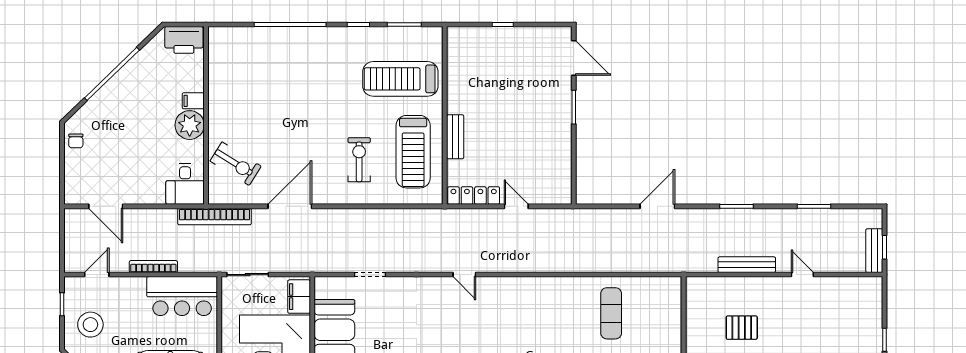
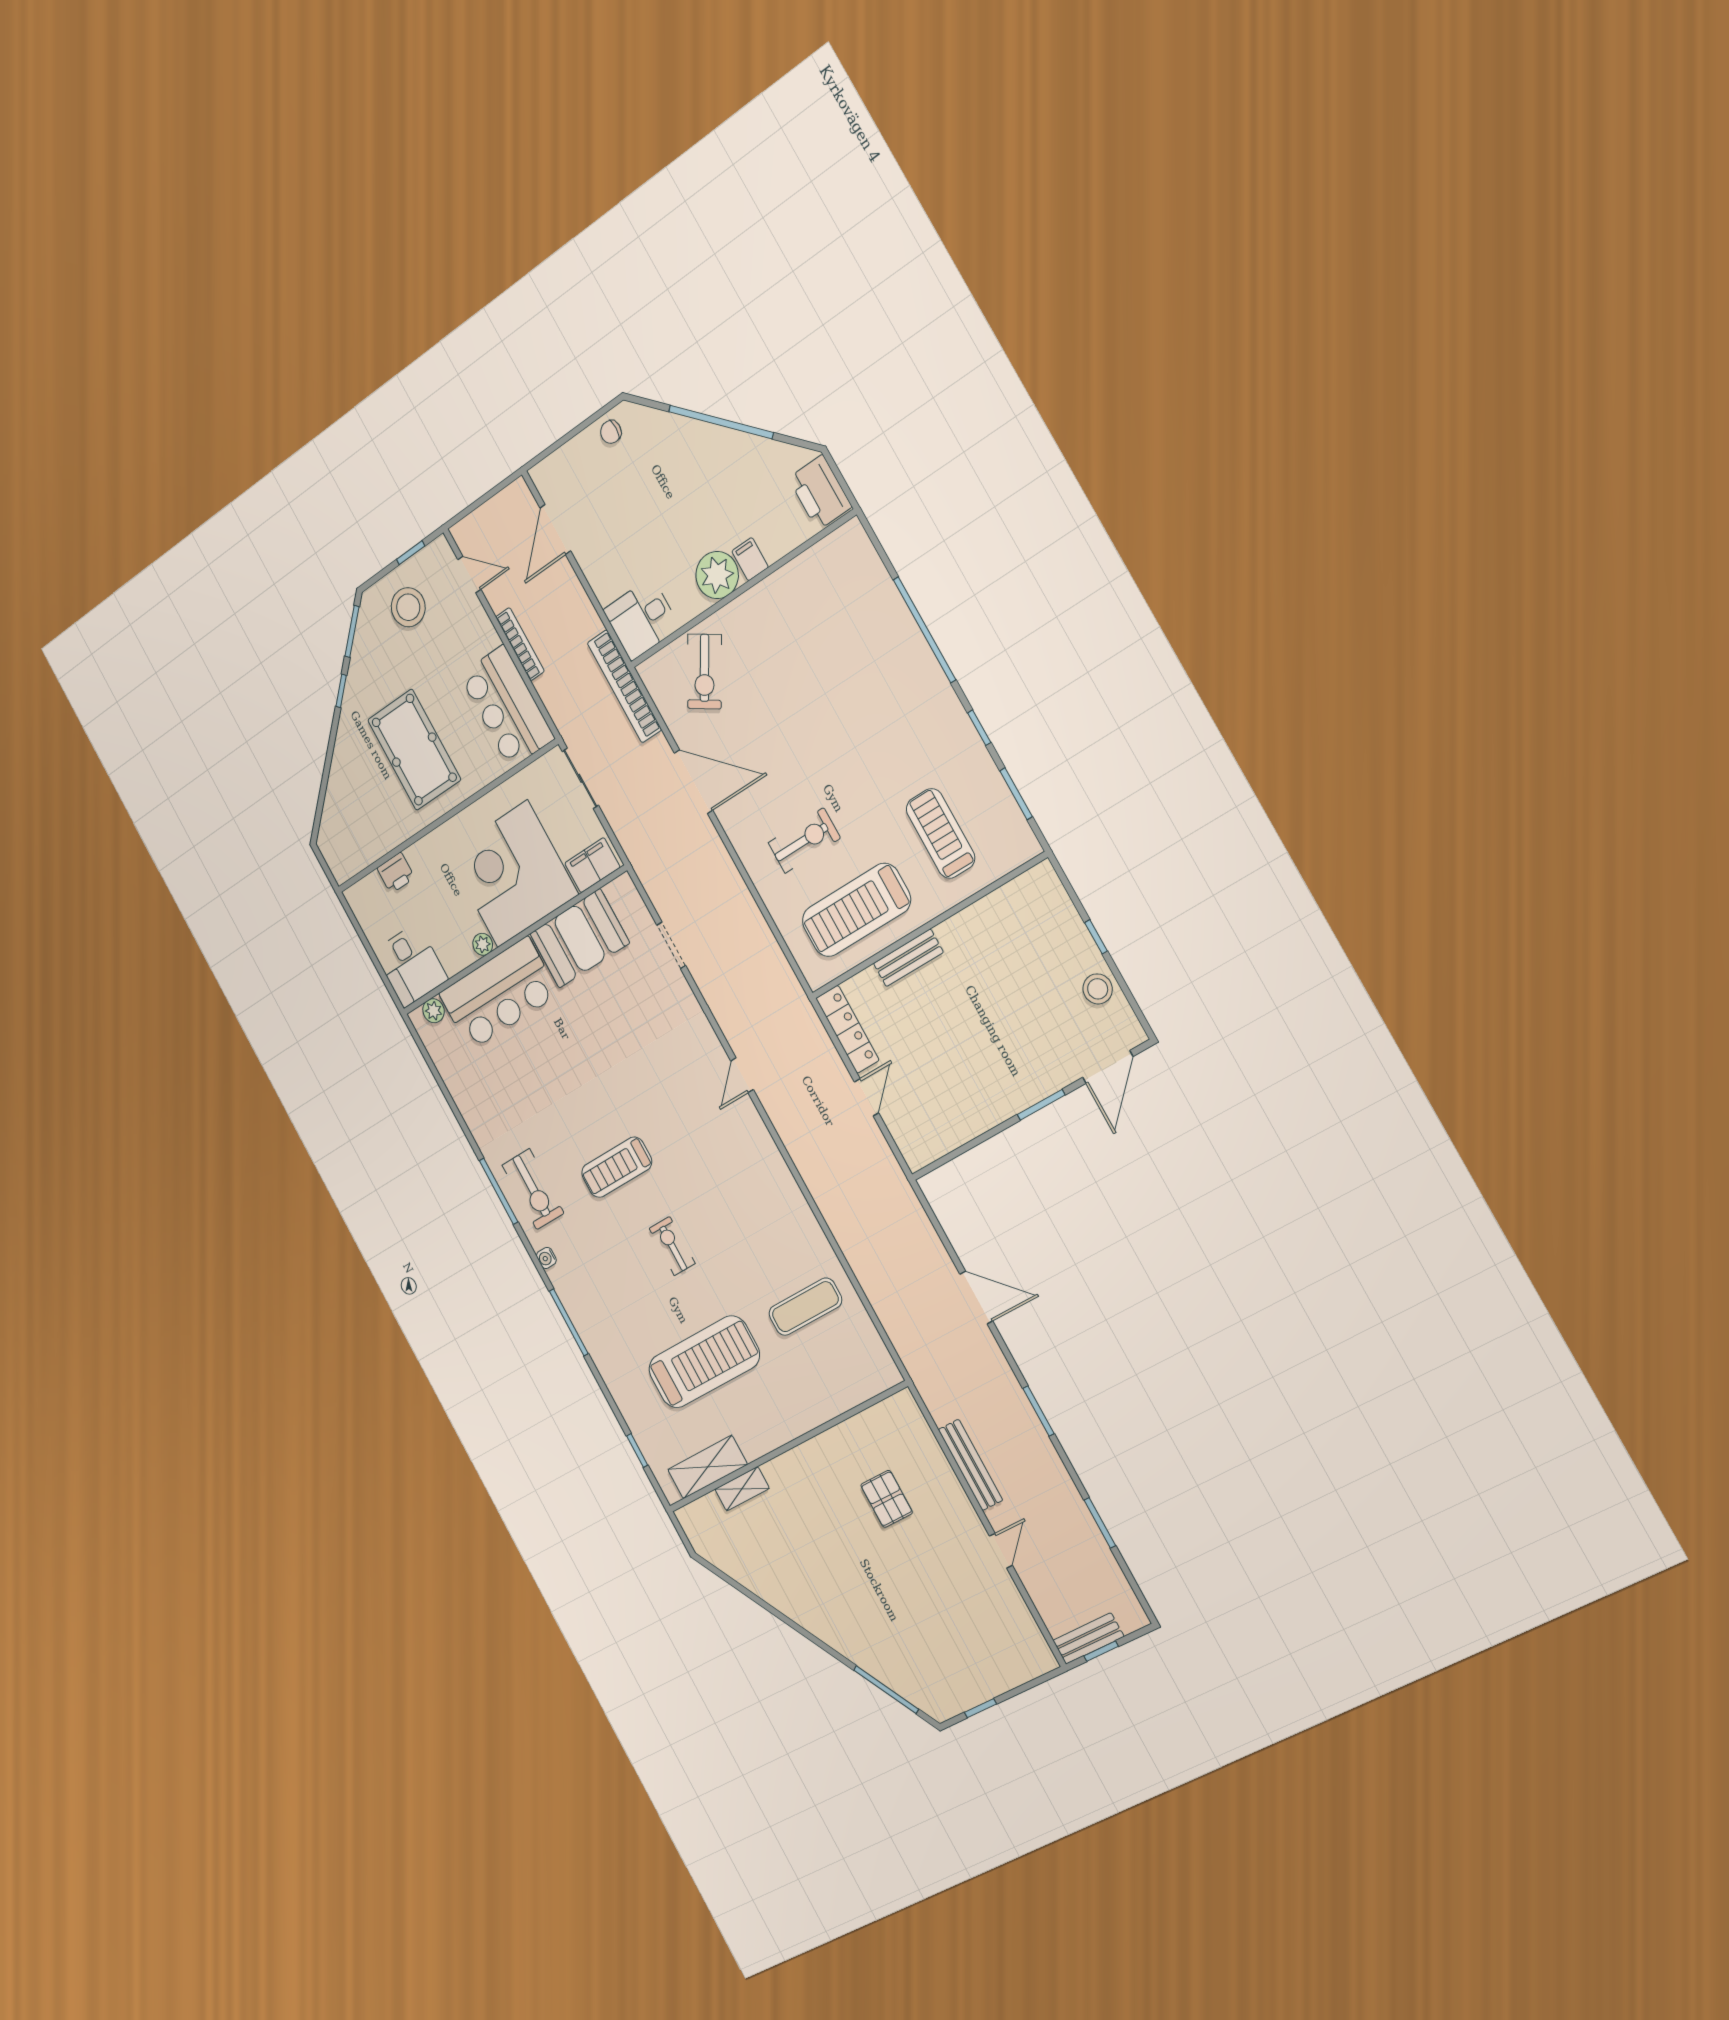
stool: (530, 39) -> (1098, 989), added
treadmill: (400, 79) -> (941, 833), width x0.73, depth x0.73

